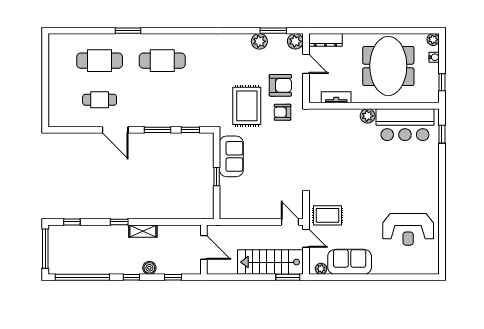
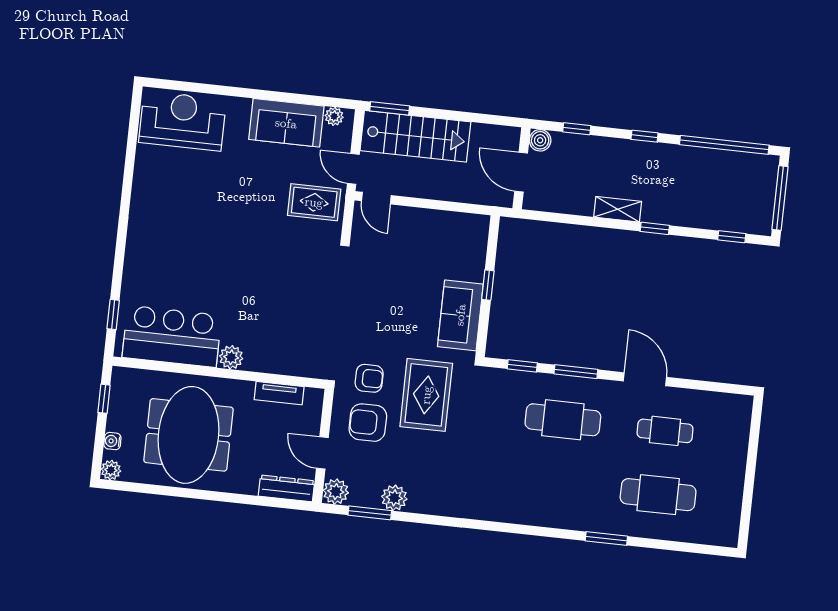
cafe table: (162, 61) -> (563, 420), moved
reception desk: (408, 229) -> (182, 121), moved
boiler: (149, 268) -> (540, 140), moved

